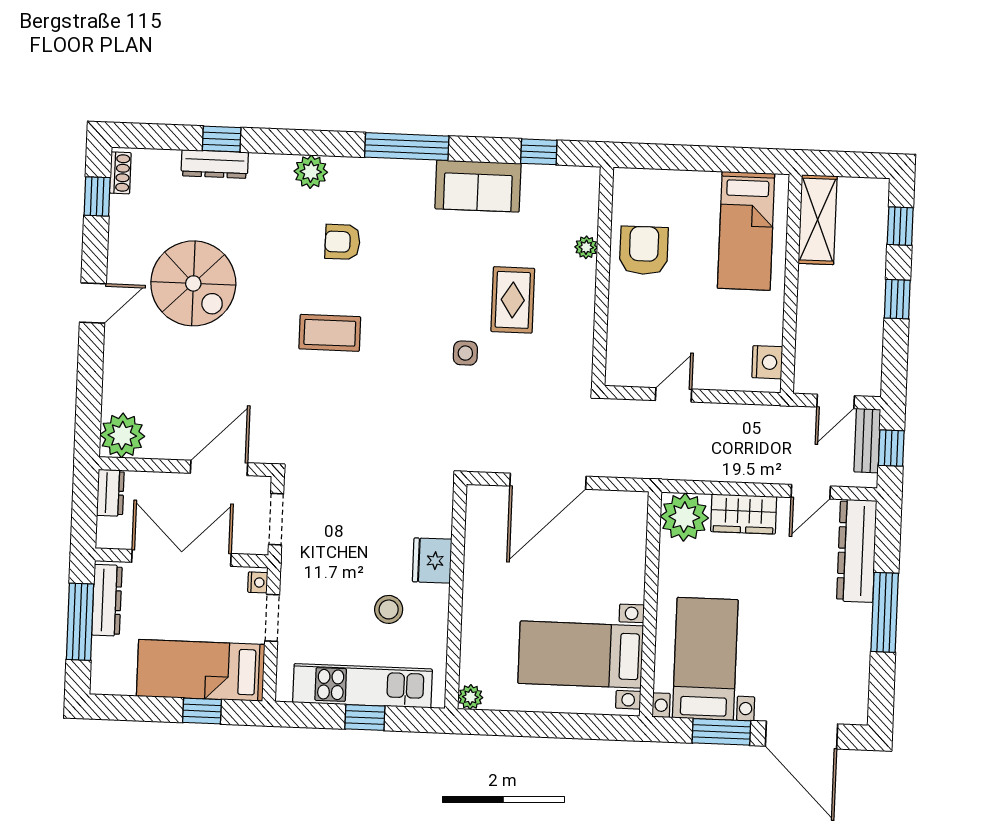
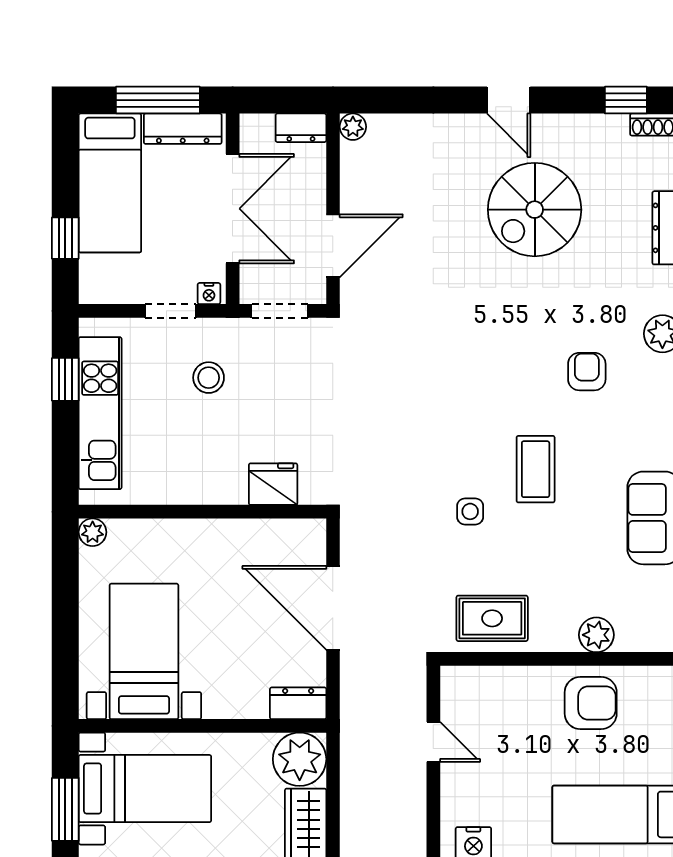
plant: (586, 247) -> (596, 635), width x1.38, depth x1.38
rug: (513, 300) -> (492, 618), moved
coffee table: (330, 333) -> (536, 469), moved
plant: (122, 435) -> (353, 127), width x0.53, depth x0.53
door: (219, 468) -> (333, 246), hinge flipped
dresser: (633, 516) -> (298, 703), added
fridge: (432, 560) -> (273, 484), moved
stool: (389, 609) -> (209, 378), moved
bed: (201, 670) -> (110, 183), moved, turned 180
window: (365, 718) -> (65, 379), moved

